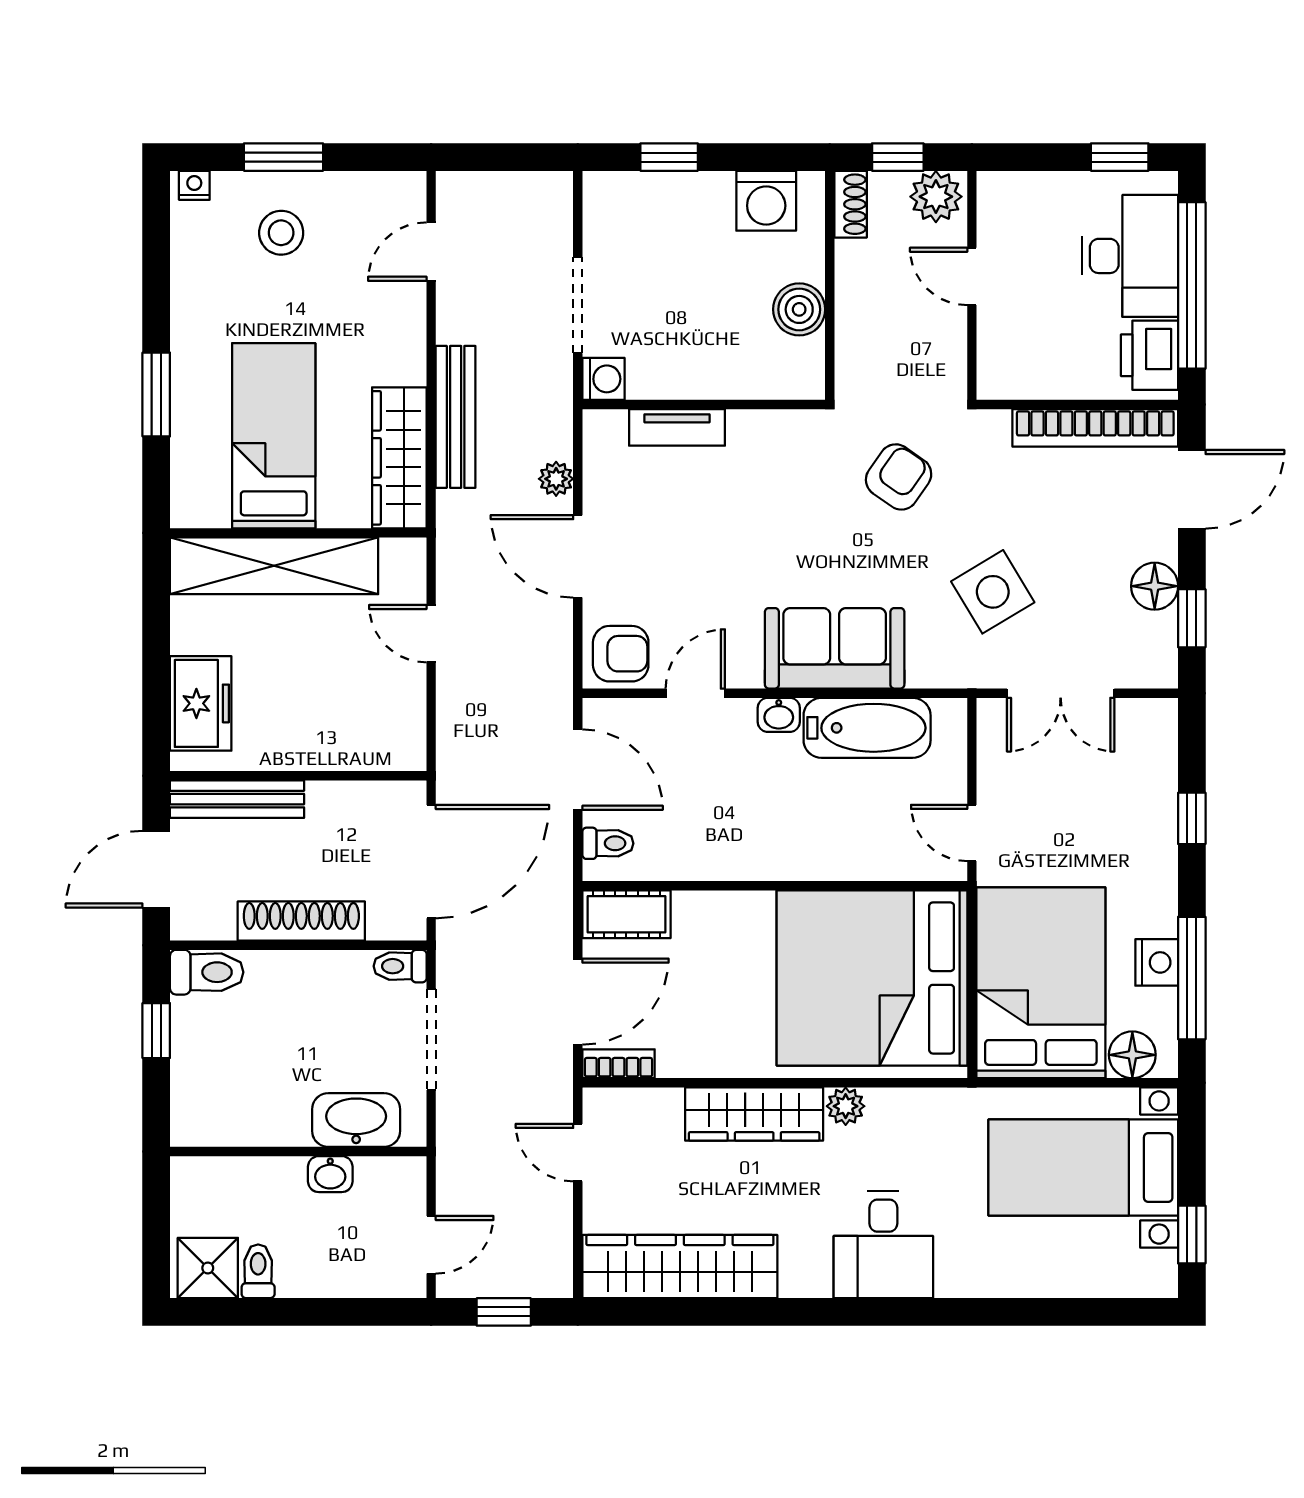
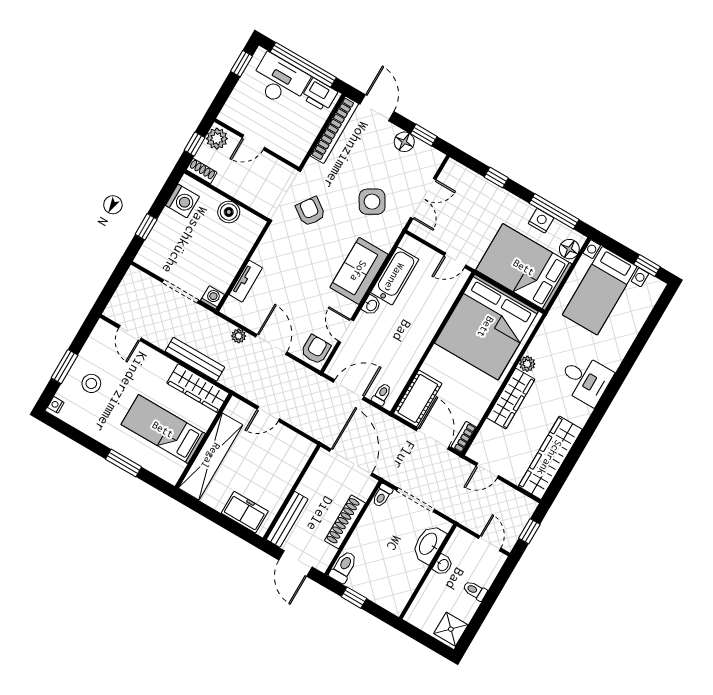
door: (578, 556) -> (271, 344), swing flipped
cot: (626, 914) -> (418, 398), width x1.37, depth x1.34
toilet: (258, 1271) -> (475, 591), moved

